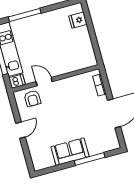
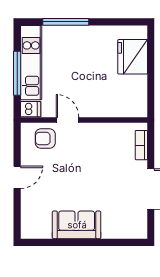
fridge: (78, 20) -> (133, 57), width x1.88, depth x1.34
armchair: (32, 98) -> (45, 139), turned 90
window: (90, 159) -> (101, 242), removed

